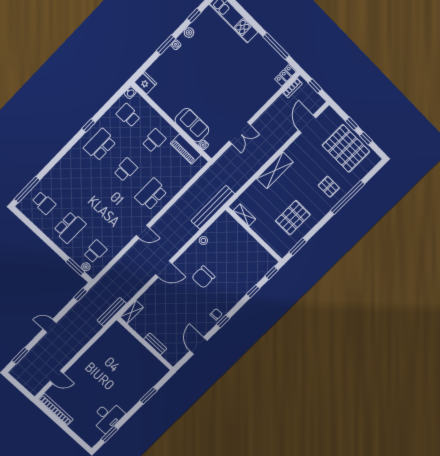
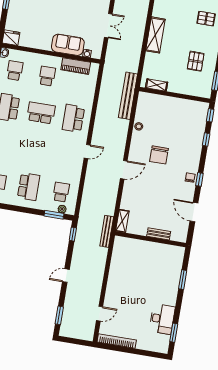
school desk: (128, 115) -> (15, 71), turned 90
school desk: (126, 170) -> (41, 113), width x1.85
pallet: (293, 218) -> (196, 61), width x0.67, depth x0.71

